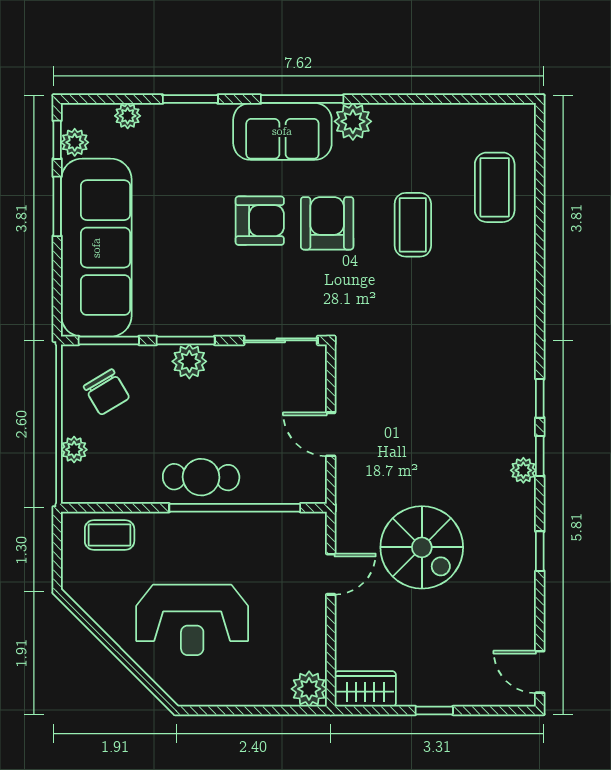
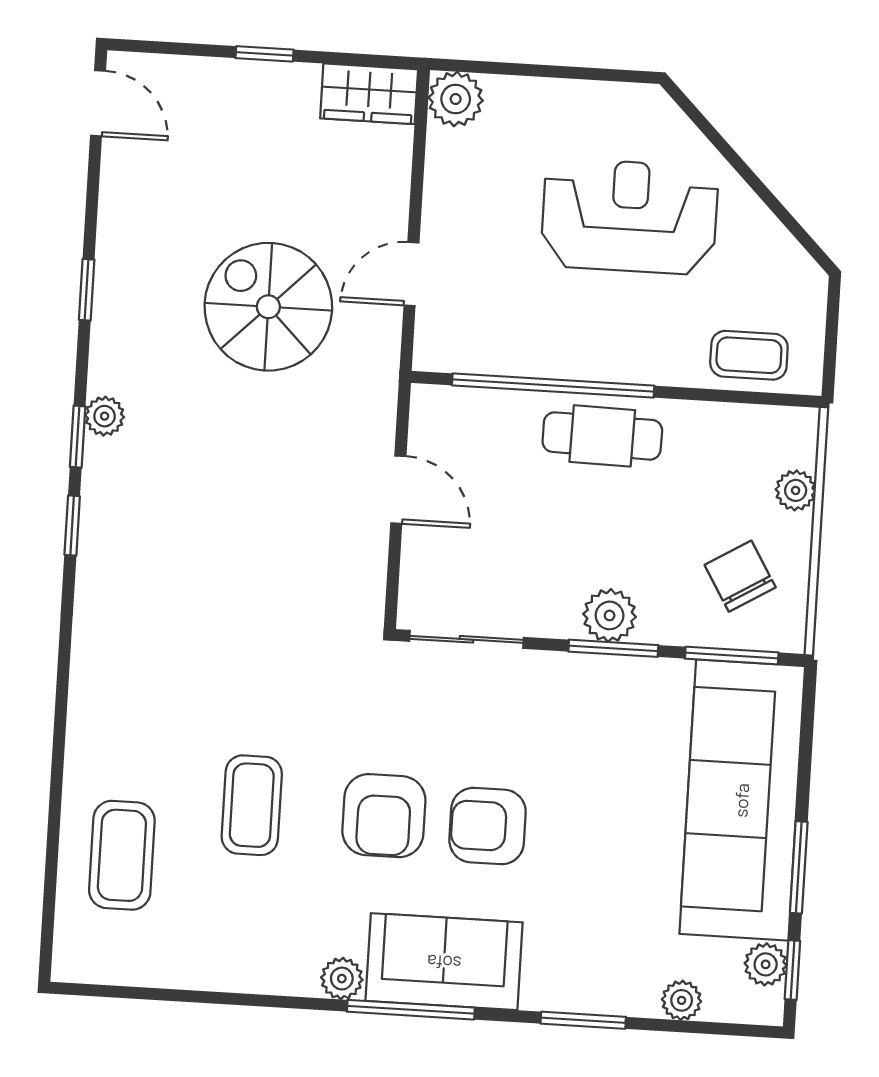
plant: (353, 121) -> (342, 979), width x0.73, depth x0.73

